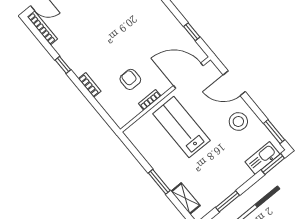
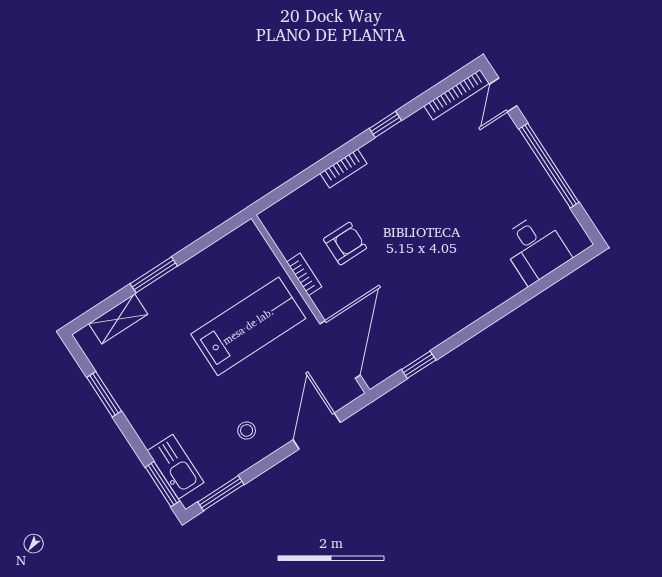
stool: (238, 121) -> (247, 430), width x0.53, depth x0.53

